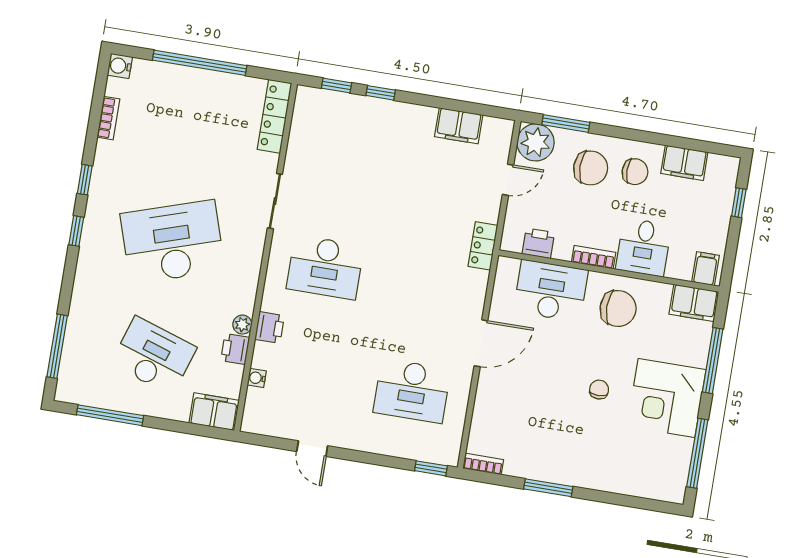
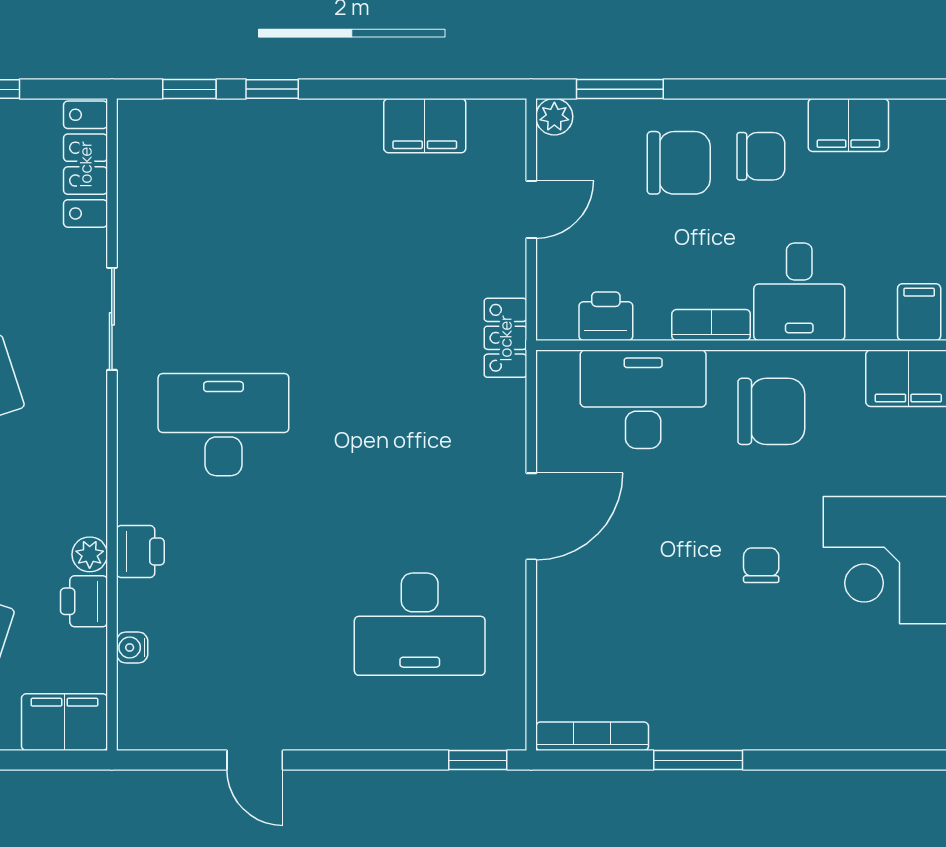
plant: (536, 142) -> (554, 117), width x0.53, depth x0.53
desk: (325, 267) -> (223, 425), turned 180
bookcase: (483, 464) -> (592, 736), width x1.56

